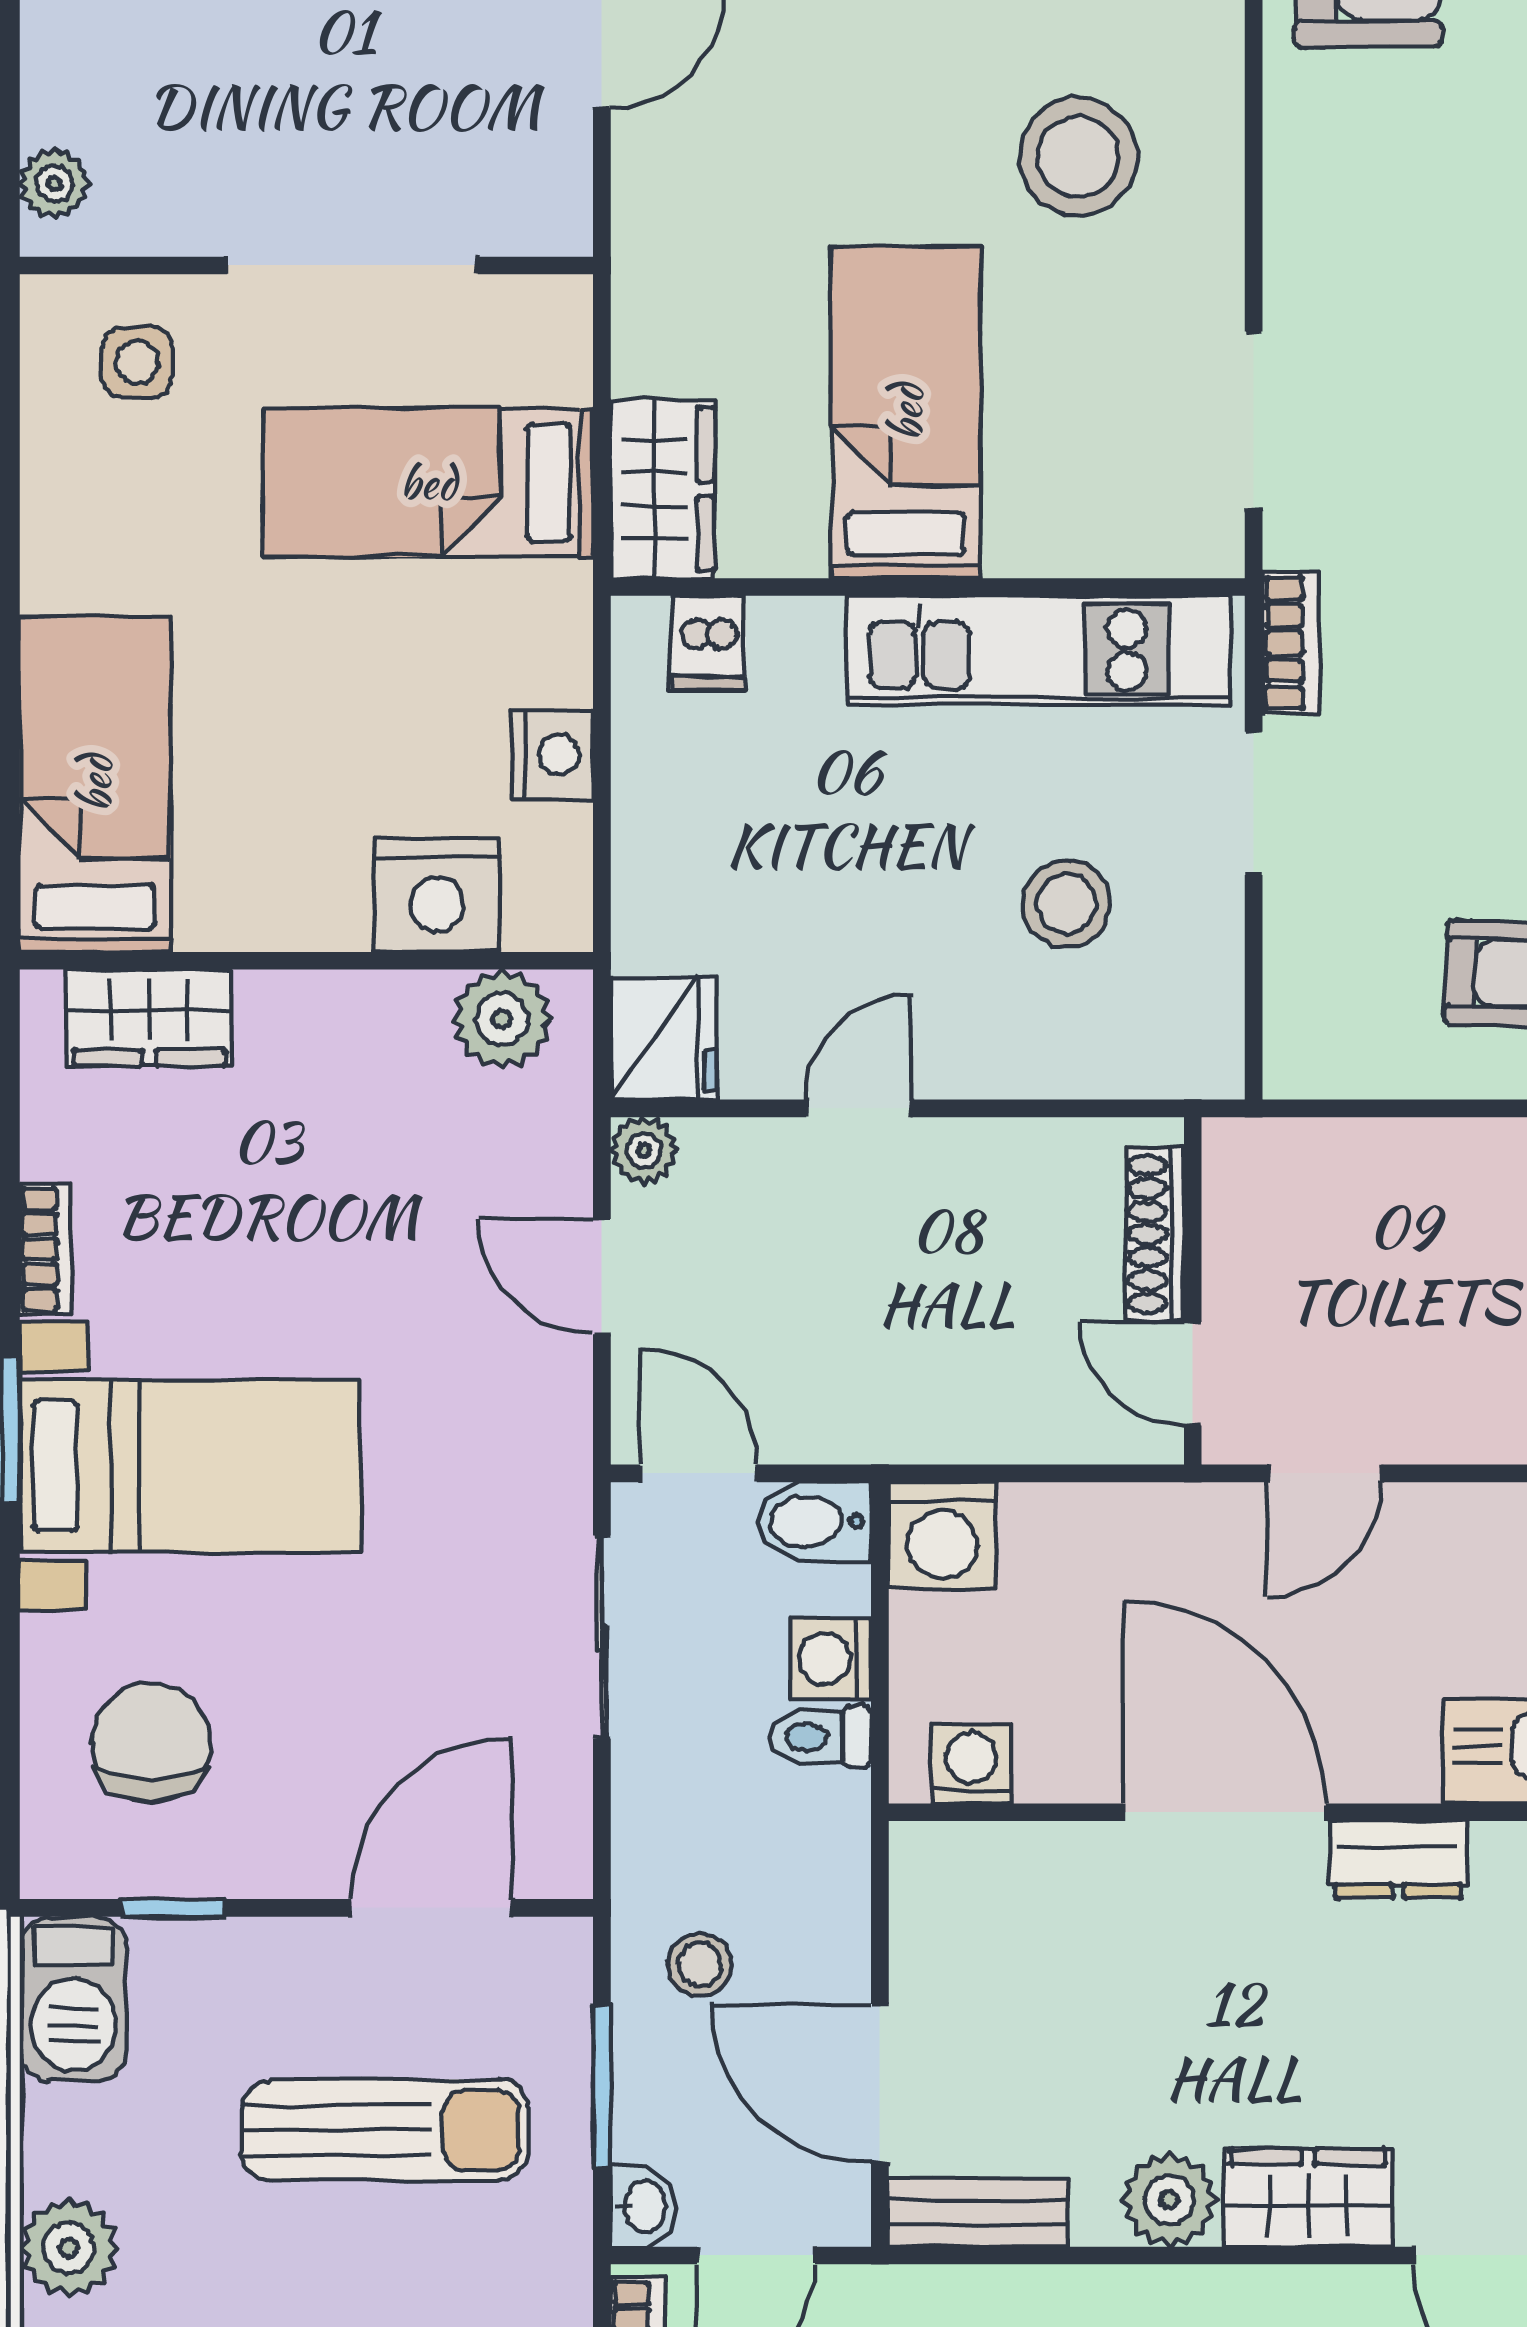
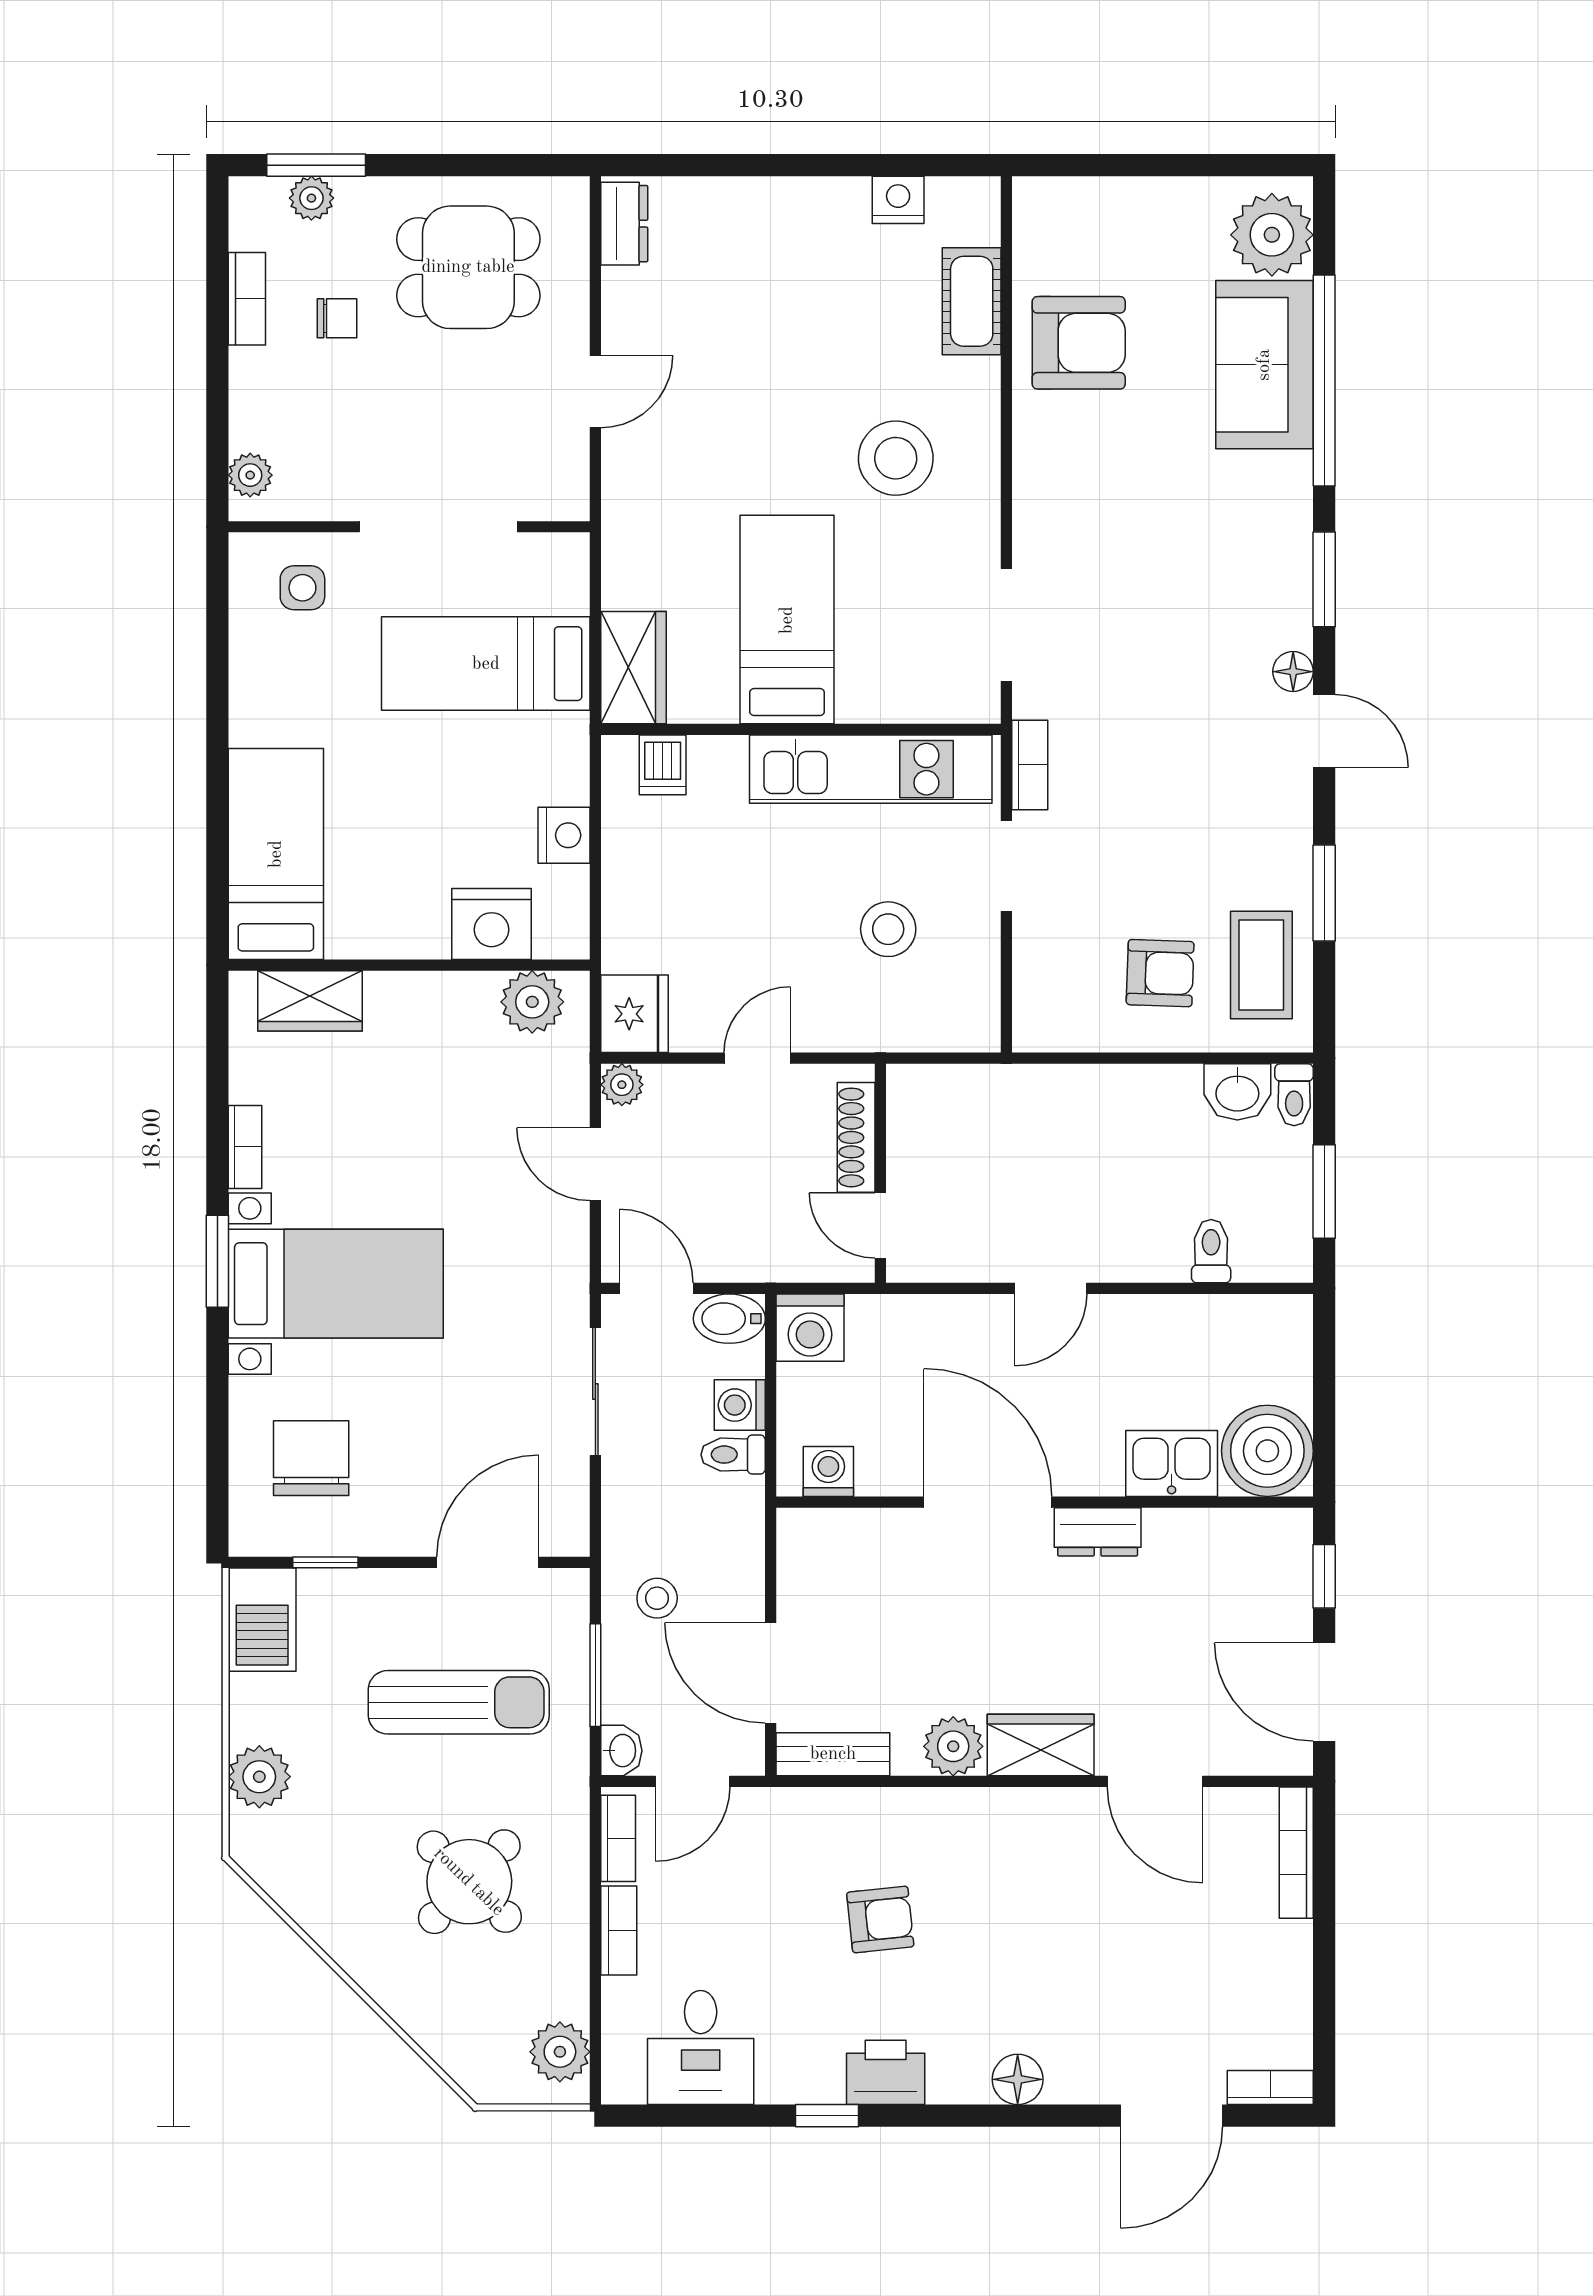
shoe rack: (1154, 1234) -> (856, 1137), moved
wall: (1193, 1291) -> (880, 1173), moved
door: (1193, 1374) -> (880, 1225), moved

